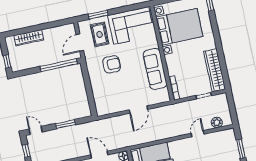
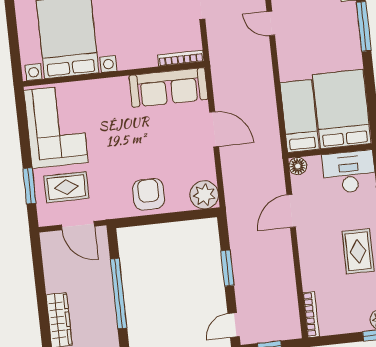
armchair: (112, 64) -> (149, 194), moved
window: (59, 65) -> (119, 293), moved
sofa: (155, 69) -> (168, 87), moved
plant: (103, 108) -> (204, 195), added

